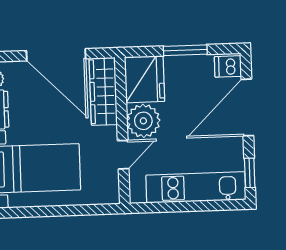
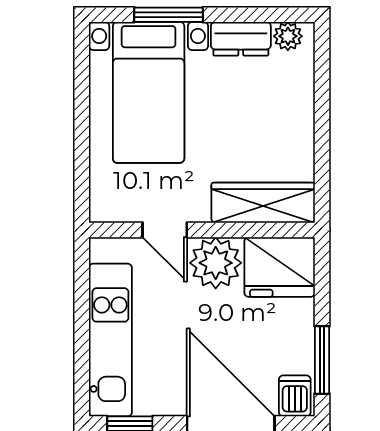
window: (185, 50) -> (322, 360), moved
door: (56, 55) -> (322, 132), removed

